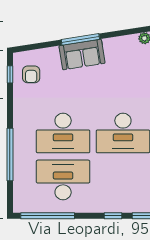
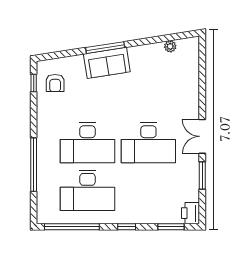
desk: (63, 180) -> (88, 190), turned 180
window: (113, 216) -> (127, 227), moved

